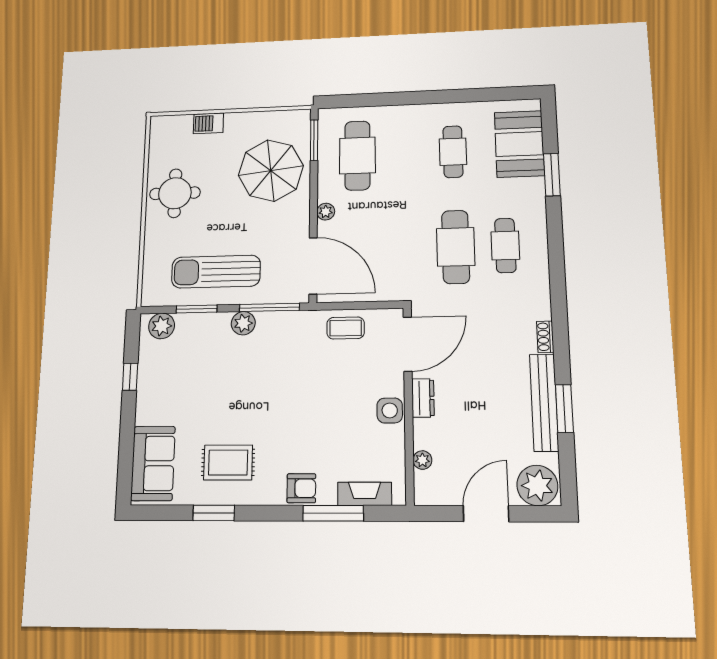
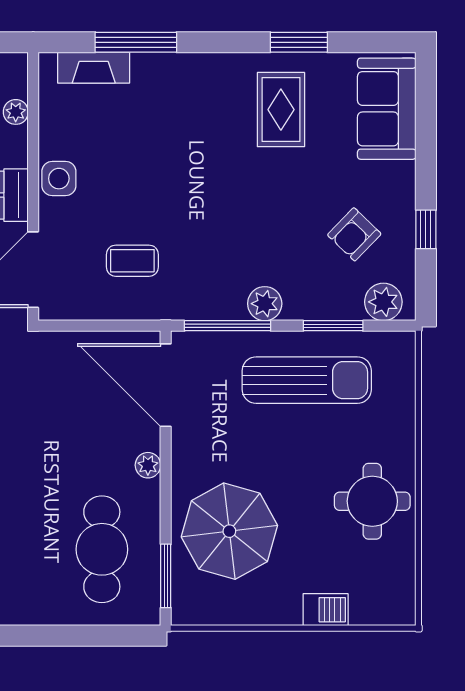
coffee table: (346, 328) -> (132, 261), moved
rug: (228, 462) -> (281, 110), turned 90
armchair: (301, 488) -> (354, 234), moved, turned -46

